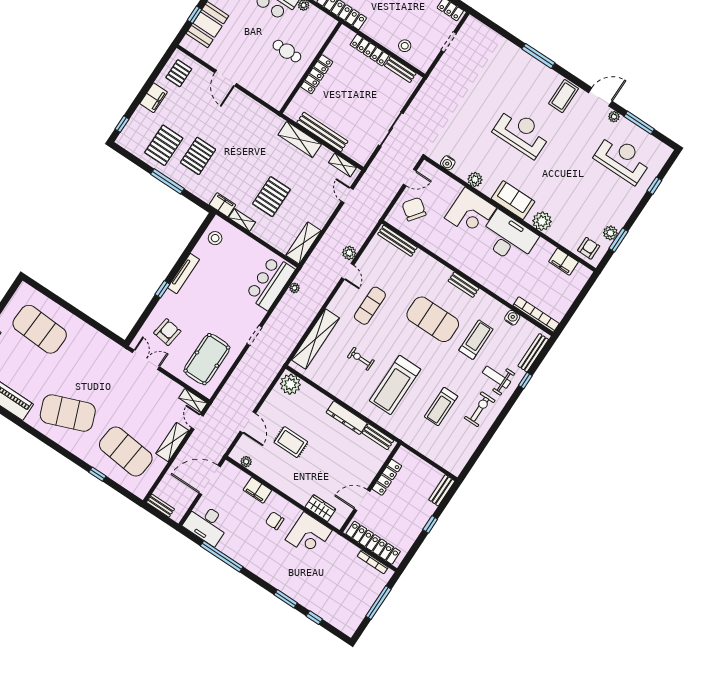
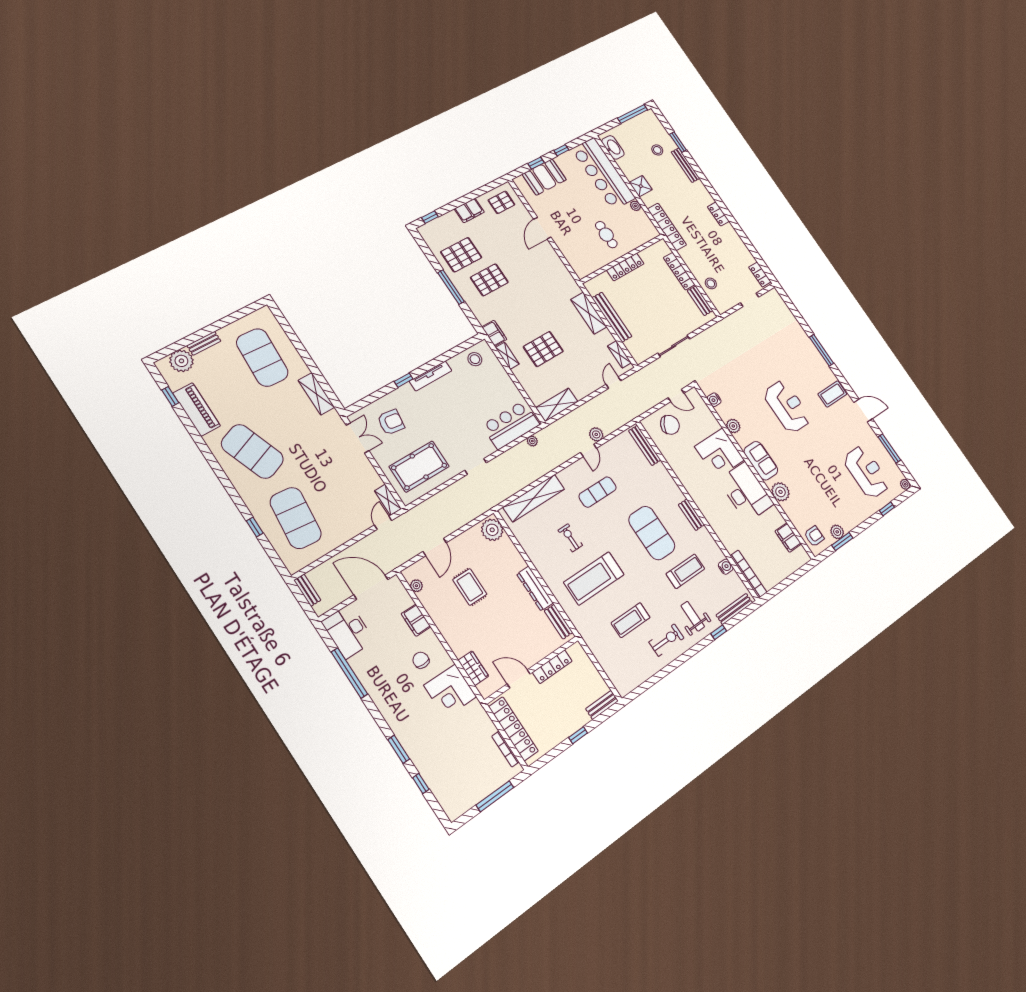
plant: (614, 117) -> (905, 484), moved
chair: (414, 209) -> (670, 425), turned 85
shelving: (172, 442) -> (316, 394), moved, turned 90

